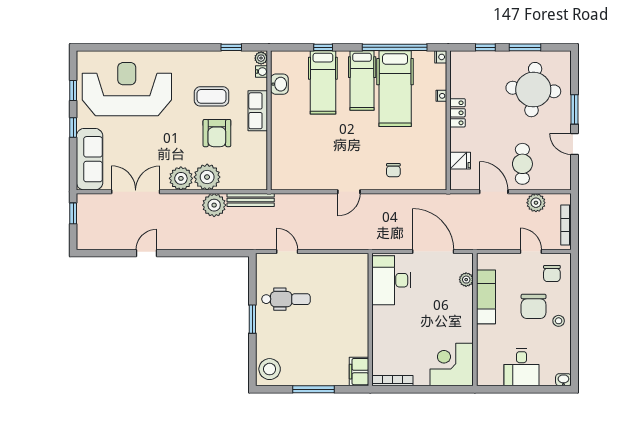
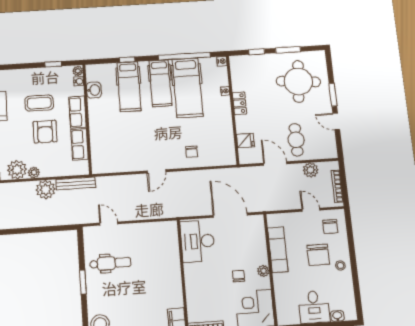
row of seats: (258, 152) -> (80, 144), added
plant: (207, 177) -> (34, 172), width x0.53, depth x0.53
plant: (466, 280) -> (263, 271), moved
chair: (436, 325) -> (239, 276), added
washbasin: (563, 380) -> (337, 316), moved

